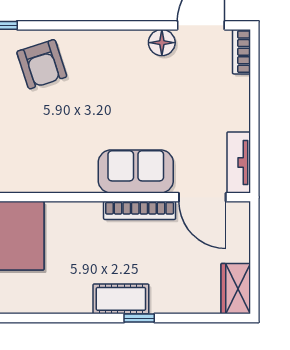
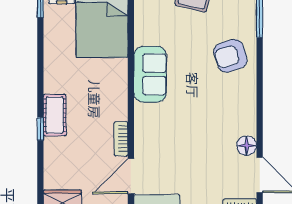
sofa: (136, 171) -> (150, 74), moved
bookcase: (140, 210) -> (121, 139), width x0.64

